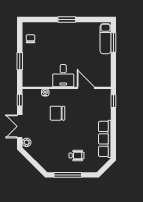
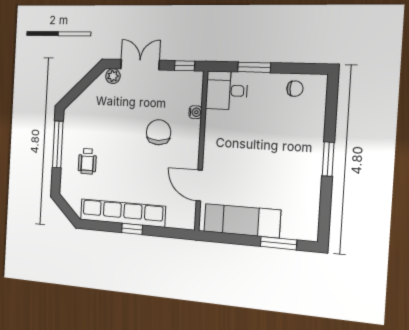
exam couch: (105, 39) -> (242, 221), moved, width x1.36, depth x1.45
desk: (63, 76) -> (227, 91), moved
door: (86, 88) -> (199, 186), swing flipped
window: (113, 101) -> (132, 229), moved
row of seats: (105, 139) -> (122, 213), width x1.36

